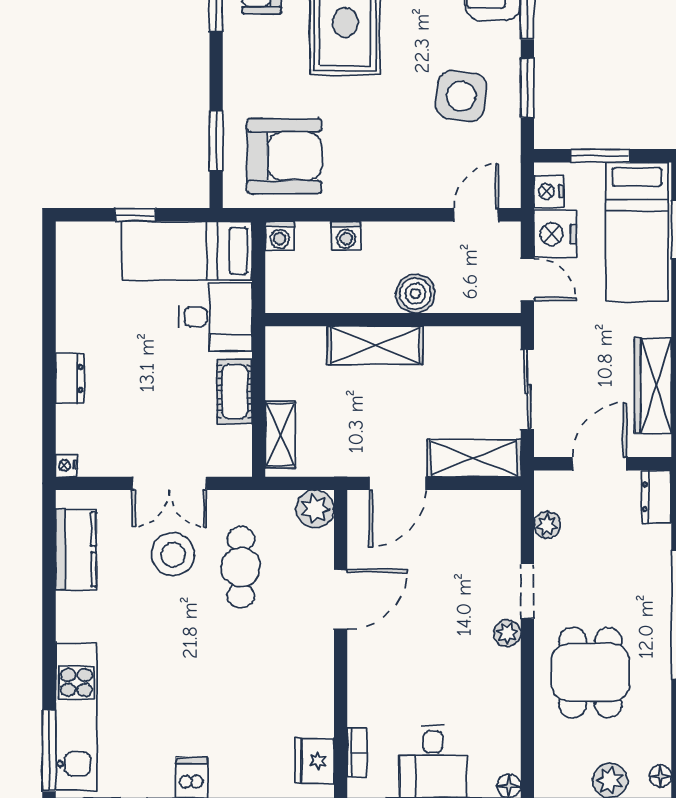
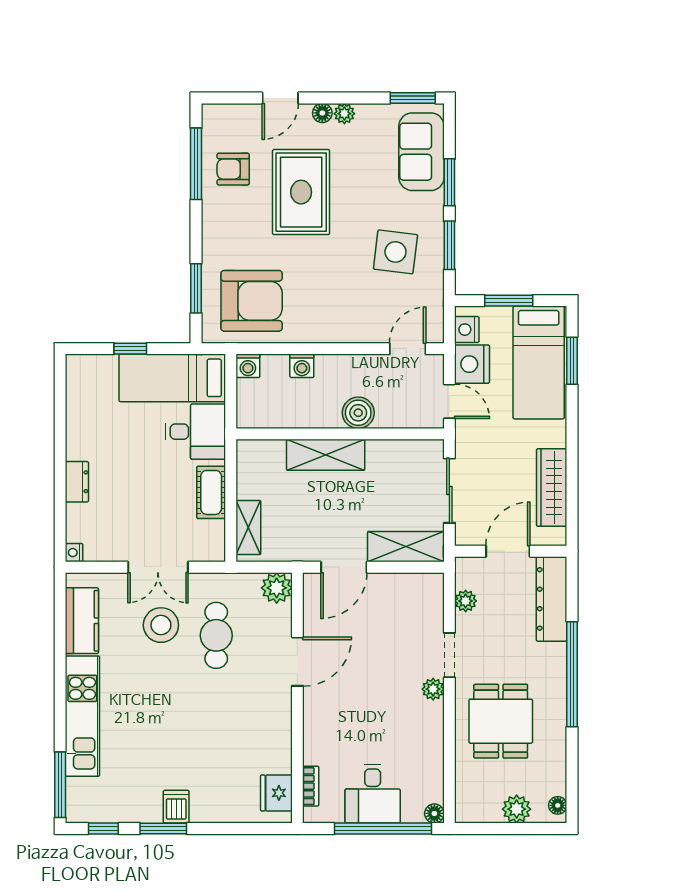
dresser: (657, 497) -> (552, 599), width x1.96, depth x1.24
kitchen unit: (76, 716) -> (82, 716), moved

